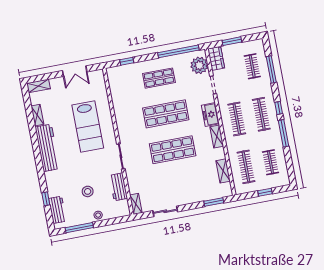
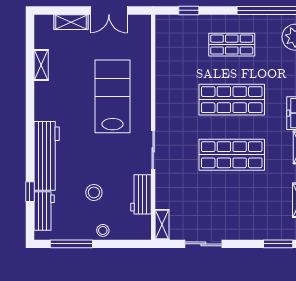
shelving: (38, 86) -> (71, 22), moved
lab bench: (88, 127) -> (113, 96), turned 180
workbench: (47, 148) -> (47, 156), moved

